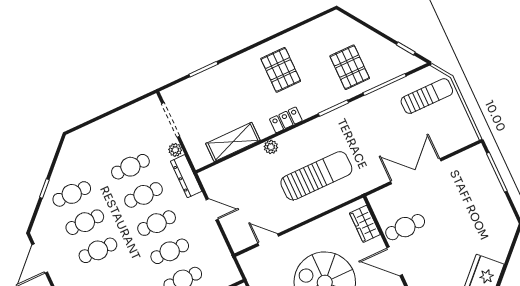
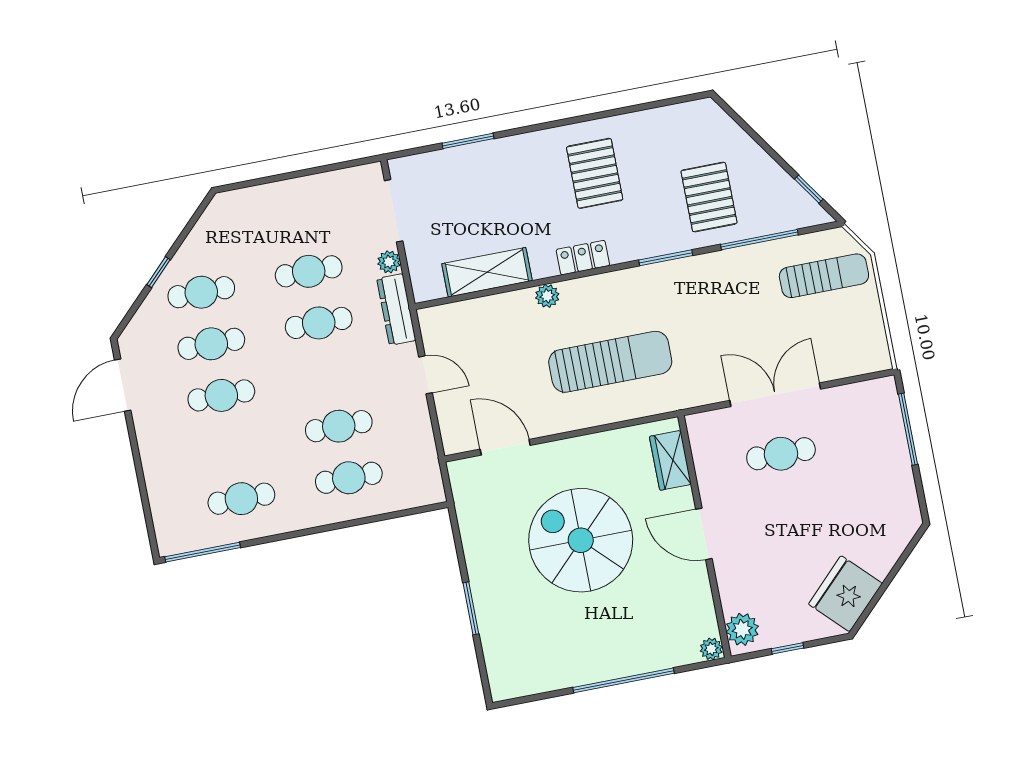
cafe table: (157, 223) -> (329, 375), removed
cafe table: (405, 227) -> (781, 454), moved
door: (268, 240) -> (505, 447), width x1.38

